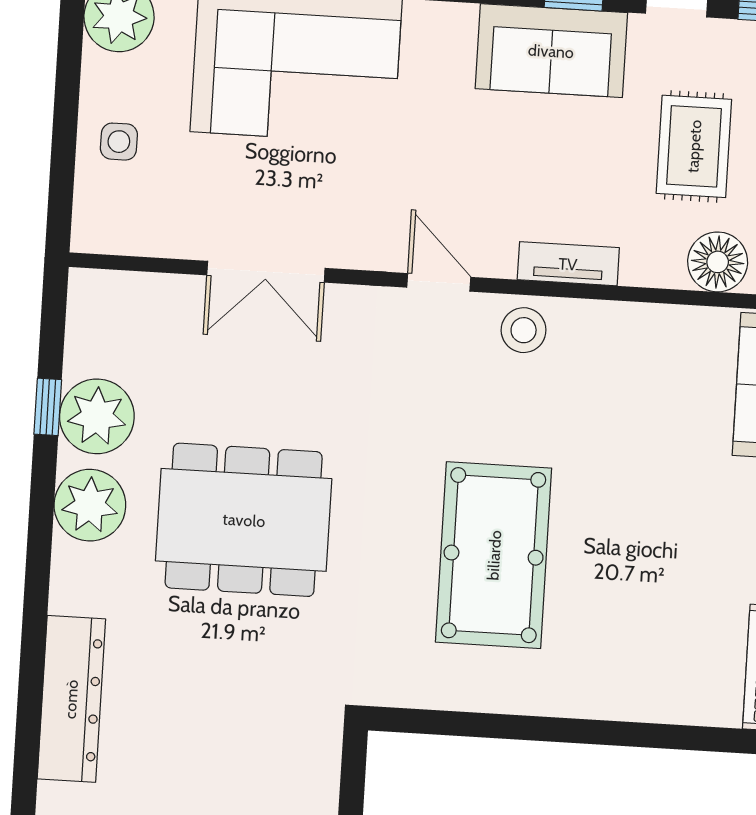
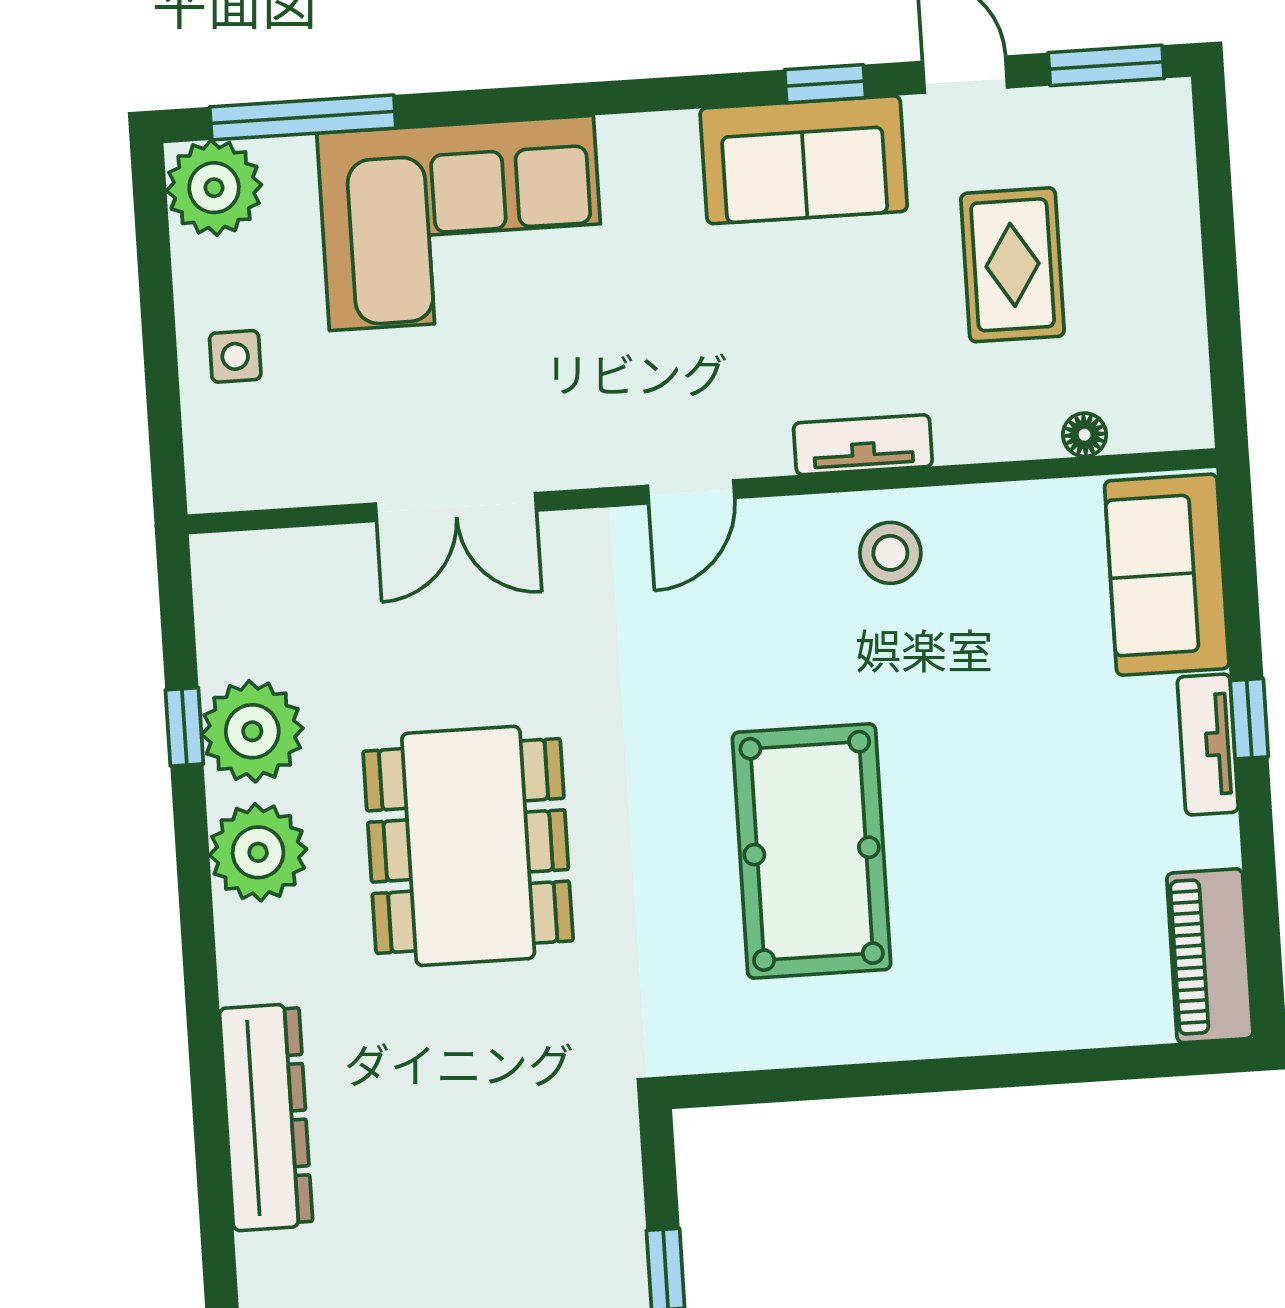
floor lamp: (718, 262) -> (1085, 435), width x0.53, depth x0.53
door: (439, 282) -> (691, 492), swing flipped
stool: (524, 330) -> (890, 553), moved
dining table: (244, 520) -> (468, 846), turned 90

